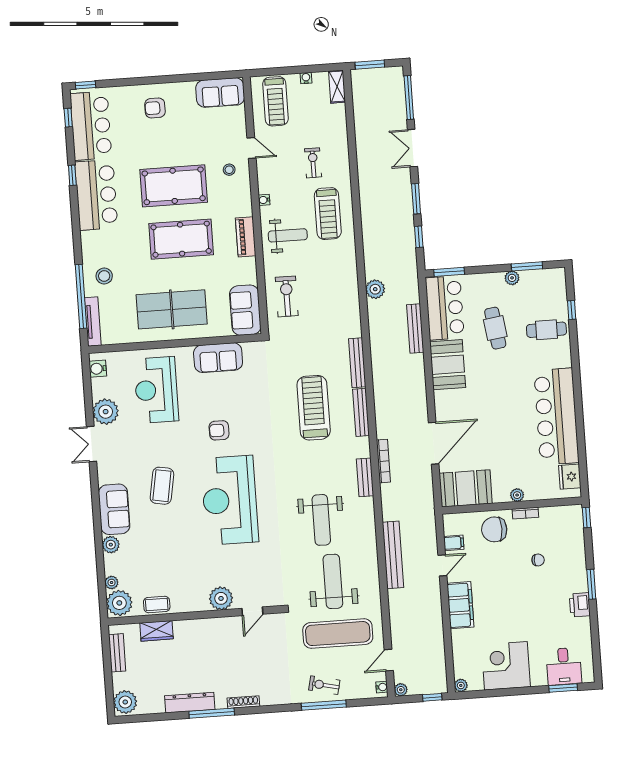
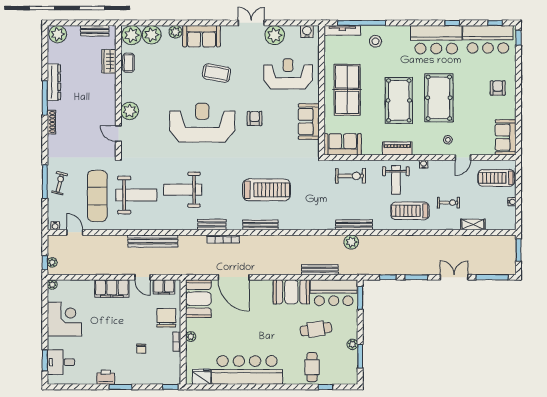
shelving: (337, 87) -> (473, 224), moved
bench: (357, 363) -> (354, 225), moved
filing cabinet: (454, 543) -> (164, 287), width x2.00
plant: (112, 583) -> (152, 35), width x1.88, depth x1.88
plant: (401, 690) -> (52, 262), moved

